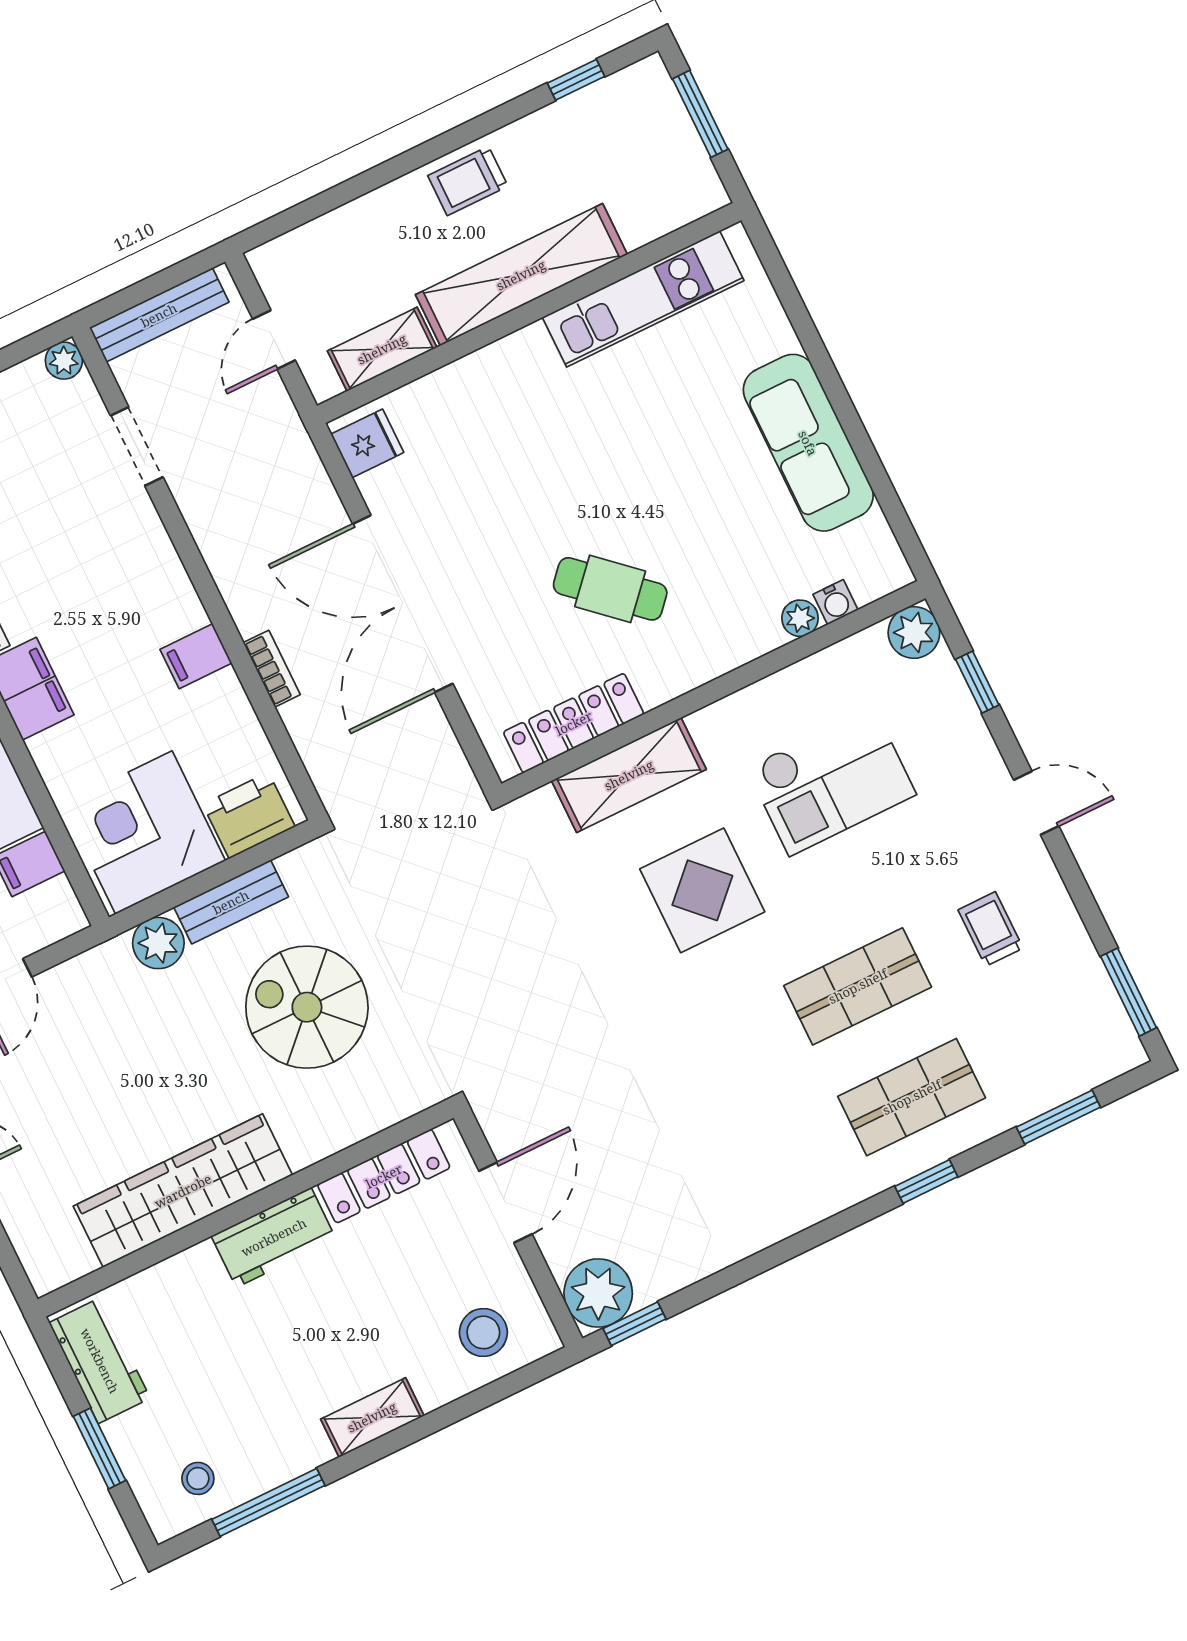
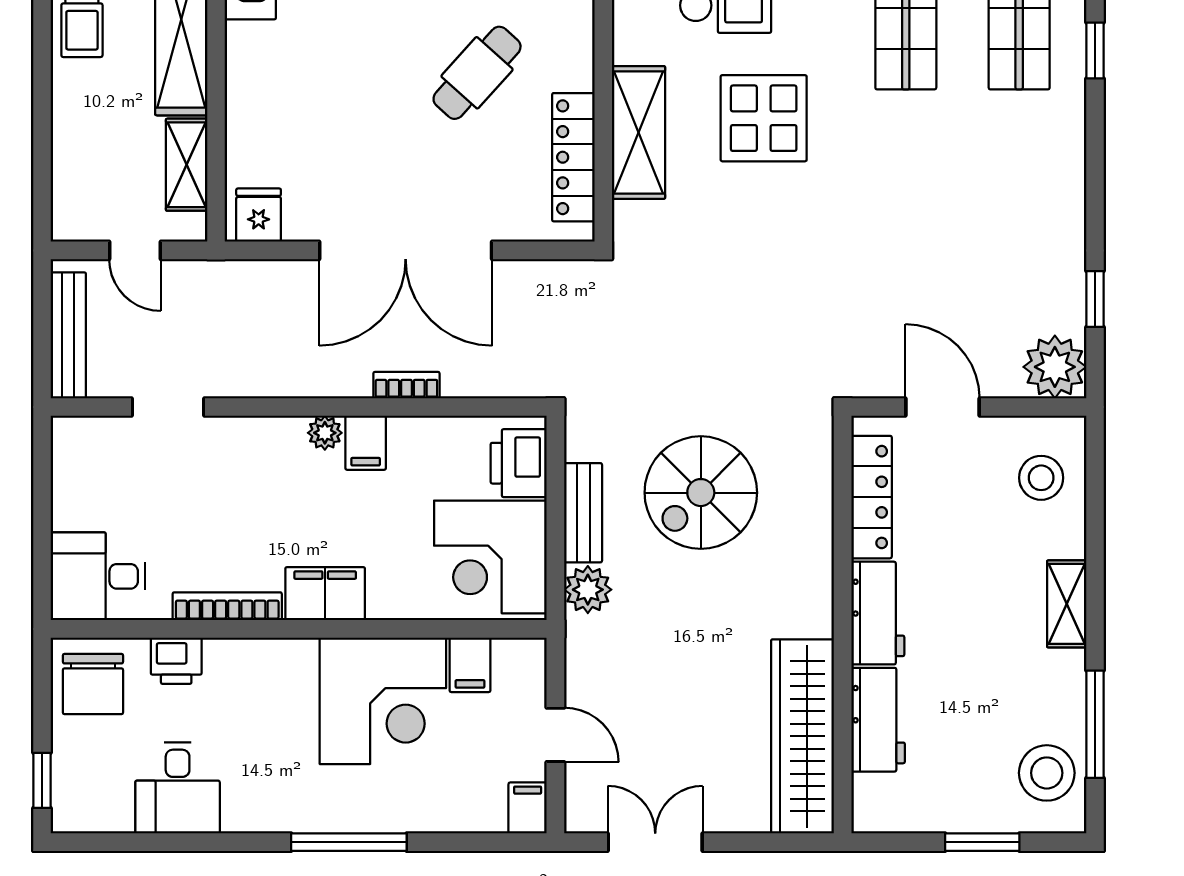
plant: (64, 361) -> (325, 433), moved
wardrobe: (183, 1191) -> (802, 736), moved
window: (635, 1324) -> (1095, 299), moved
workbench: (100, 1361) -> (878, 720), moved, turned 90
stool: (198, 1478) -> (1047, 773), width x1.89, depth x1.89

